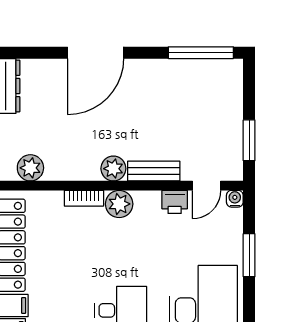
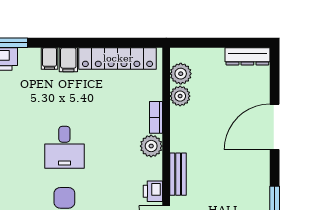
door: (96, 53) -> (275, 127), hinge flipped
plant: (113, 169) -> (180, 96), moved

